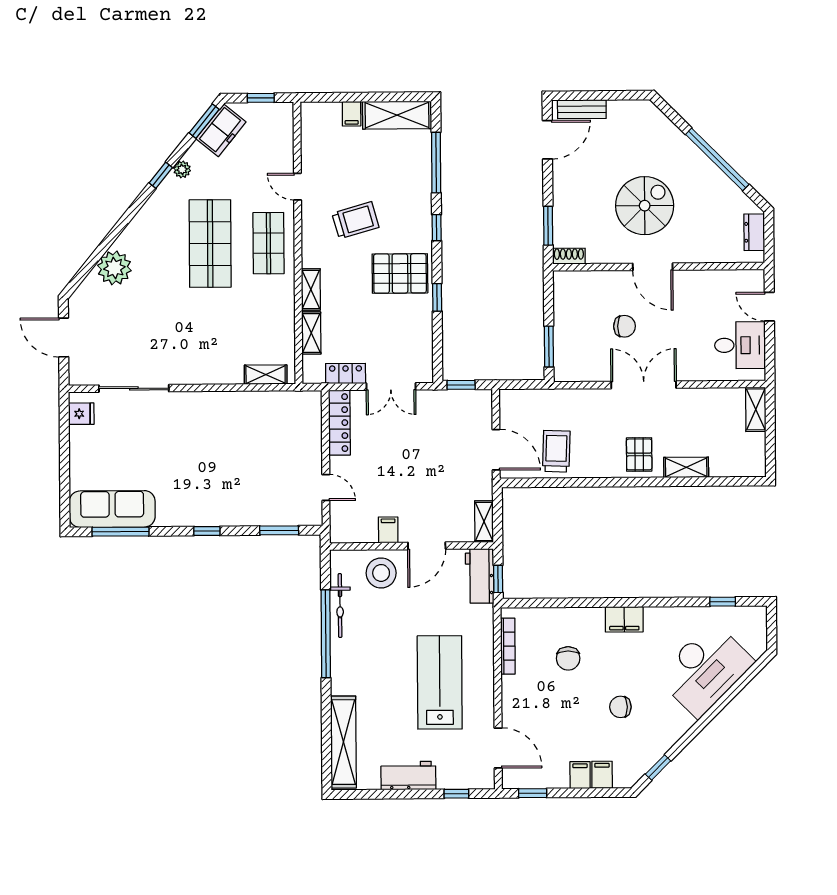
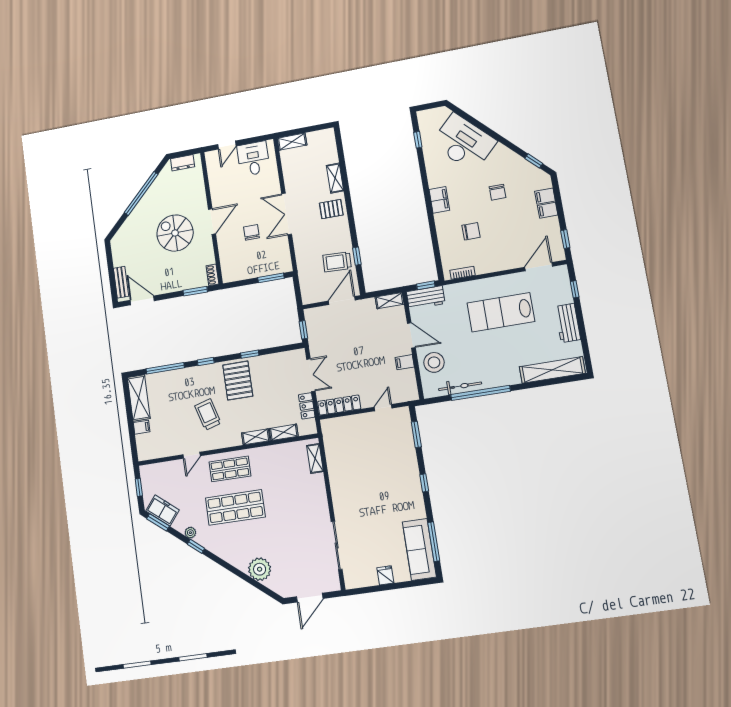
fridge: (81, 414) -> (385, 575), moved
window: (560, 483) -> (357, 256), added
bookcase: (508, 646) -> (463, 273), width x0.64

